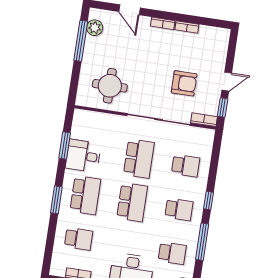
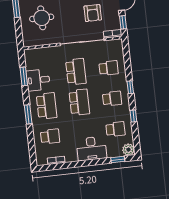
armchair: (184, 83) -> (93, 13), turned 90
round table: (110, 86) -> (42, 18), moved
window: (202, 242) -> (133, 116), width x0.46

